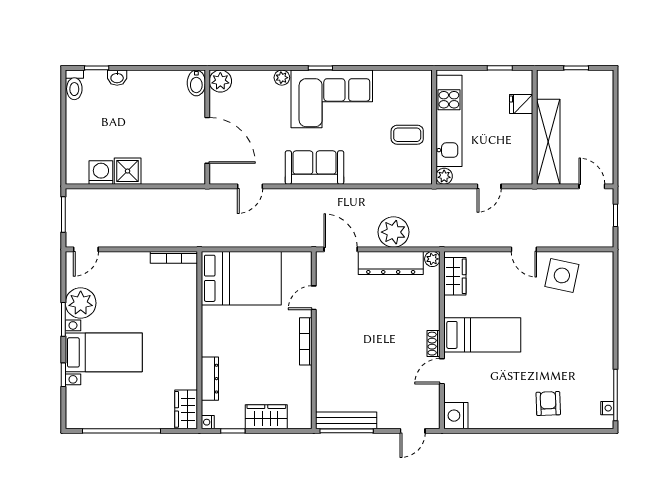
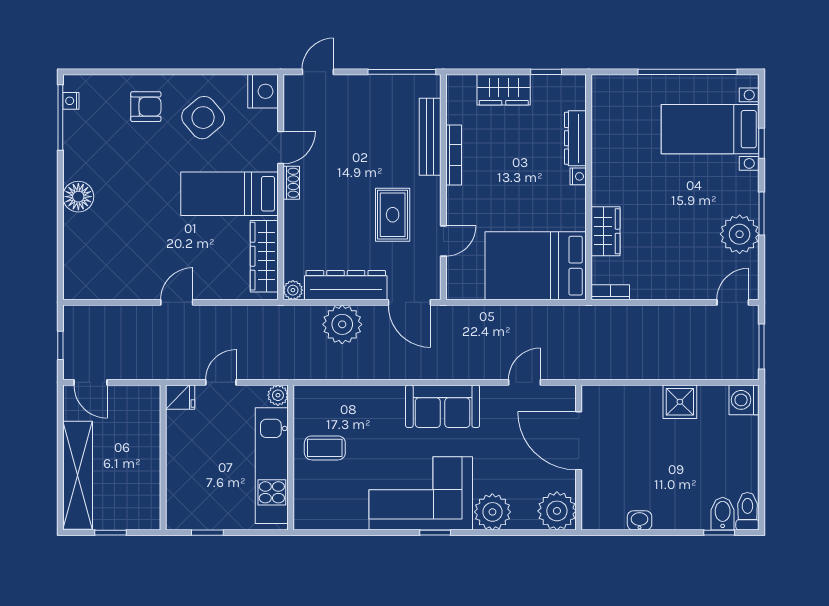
washbasin: (117, 78) -> (640, 520), moved
plant: (282, 78) -> (492, 512), width x1.88, depth x1.88
plant: (220, 81) -> (557, 511), width x1.36, depth x1.36
bidet: (196, 83) -> (723, 514), moved
fridge: (521, 104) -> (180, 397), moved
shelving: (548, 142) -> (78, 475), moved
washing machine: (101, 173) -> (744, 400), moved, turned 90
door: (524, 249) -> (177, 302), hinge flipped
bookcase: (174, 257) -> (610, 292), width x0.64
side table: (562, 275) -> (203, 118), moved, turned 38
wardrobe: (455, 276) -> (264, 256), width x1.50
rug: (354, 318) -> (393, 215), added
floor lamp: (601, 333) -> (78, 197), added
bookcase: (306, 341) -> (454, 155), moved
bed with nightstands: (104, 352) -> (710, 129), moved
armchair: (548, 404) -> (146, 107), turned -88
wardrobe: (186, 409) -> (606, 231), moved
bench: (346, 420) -> (430, 137), moved, turned 90
nightstand: (208, 422) -> (578, 176), moved

